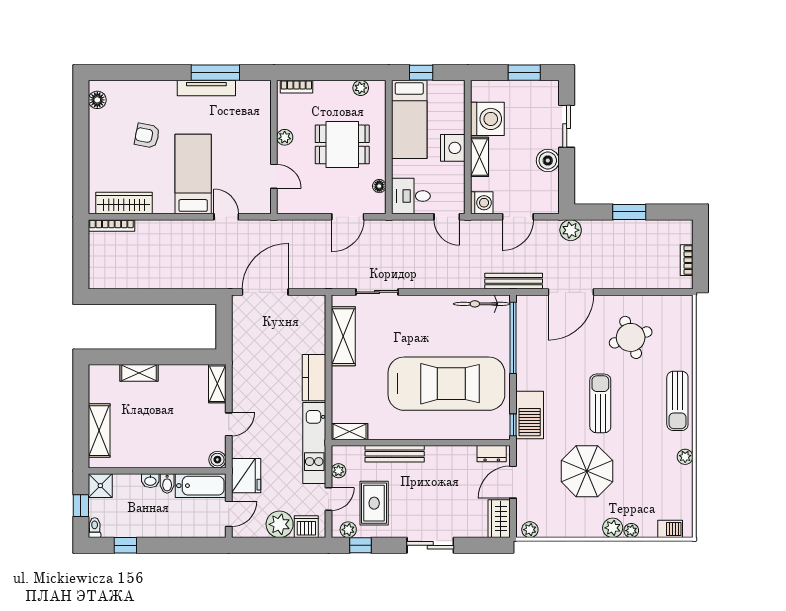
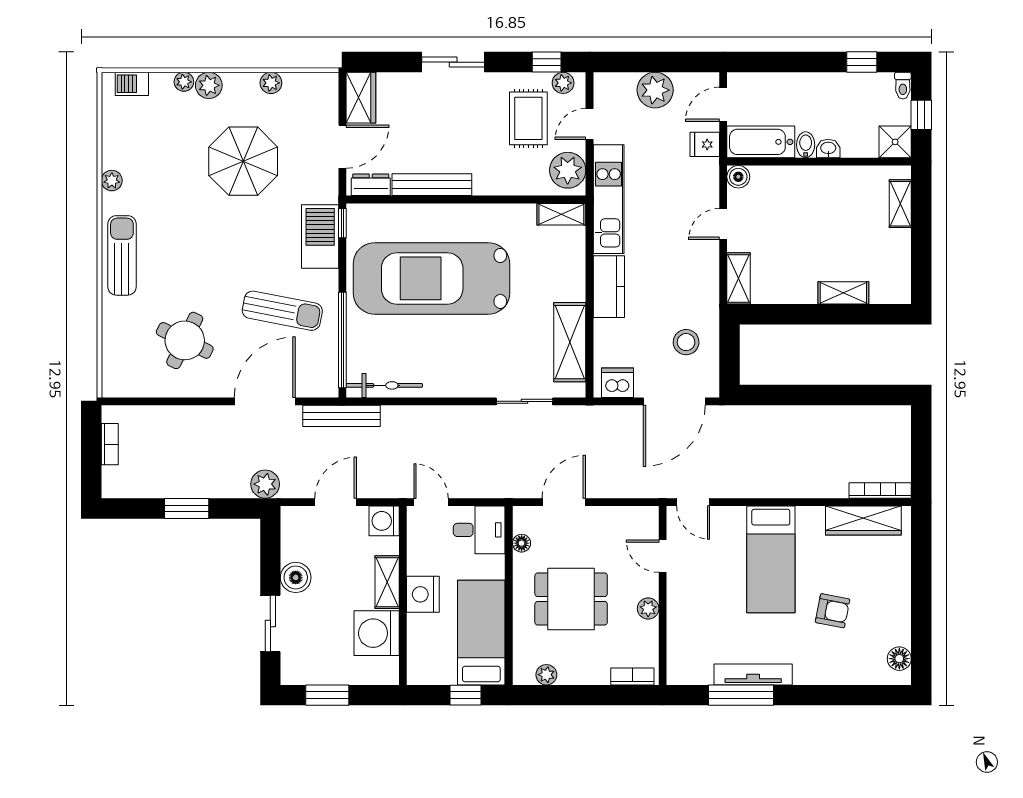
door: (226, 217) -> (693, 502), moved
stool: (256, 336) -> (686, 342), added
round table: (631, 337) -> (185, 340), turned 45
sun lounger: (600, 403) -> (282, 311), moved, turned -79
shelving: (99, 431) -> (900, 204), width x0.67, depth x0.75
bench: (395, 454) -> (432, 185), moved
plant: (338, 471) -> (568, 170), width x1.88, depth x1.88
fridge: (246, 476) -> (705, 144), width x0.53, depth x0.75
dishwasher: (306, 527) -> (618, 383), moved, turned 180
plant: (530, 530) -> (271, 83), moved

